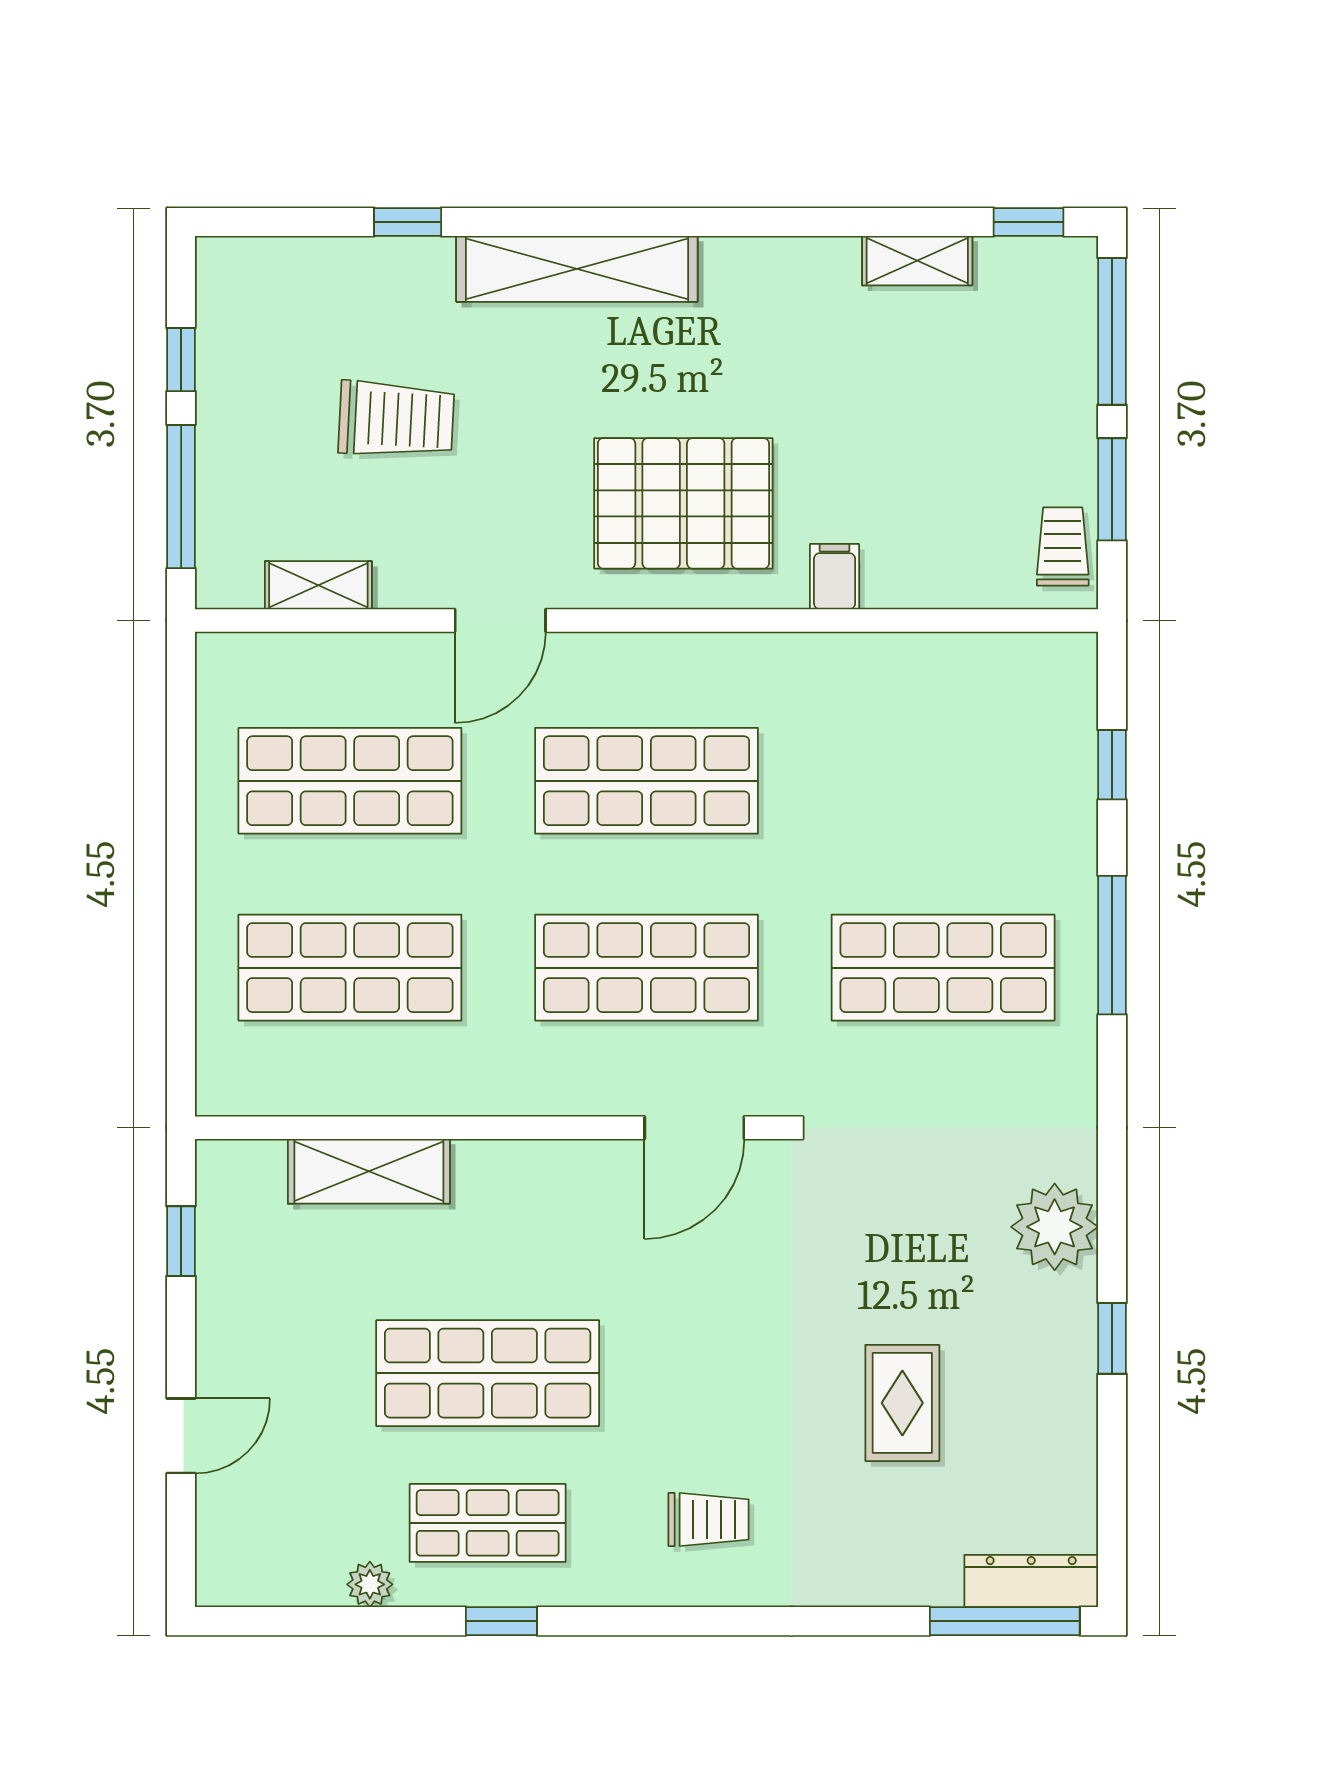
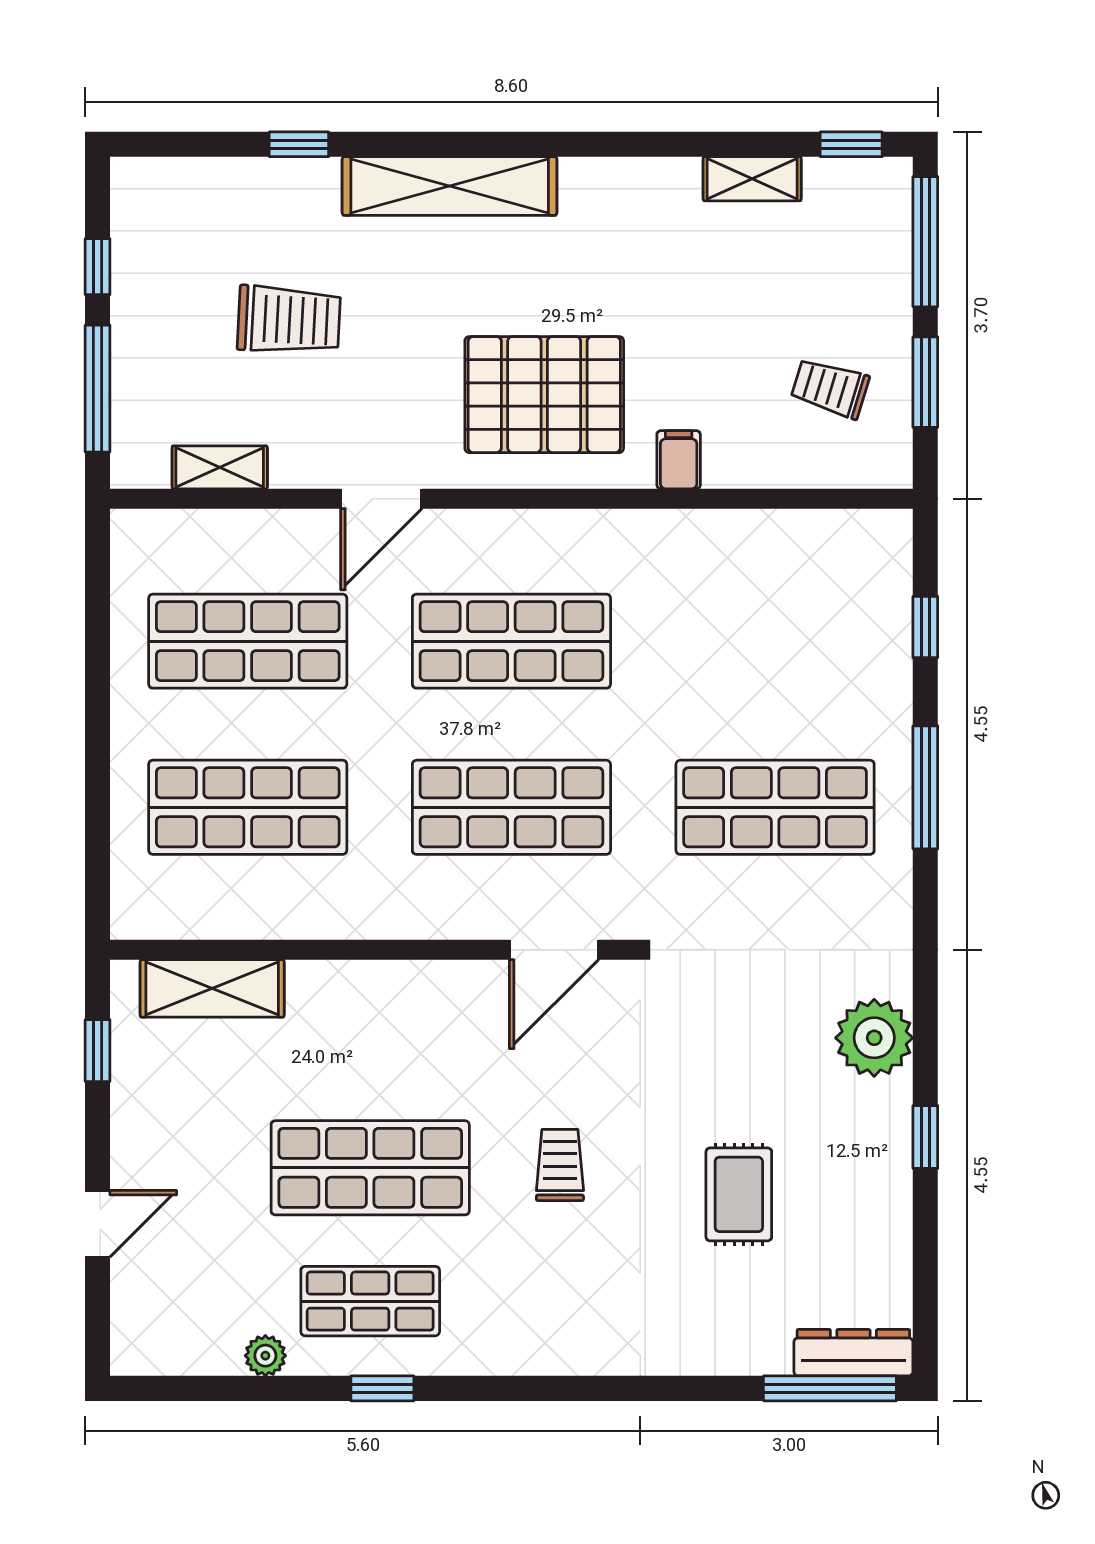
trolley: (1063, 546) -> (830, 388), moved, turned -73
shelving: (369, 1171) -> (212, 988), moved
trolley: (708, 1519) -> (560, 1165), moved, turned -90

